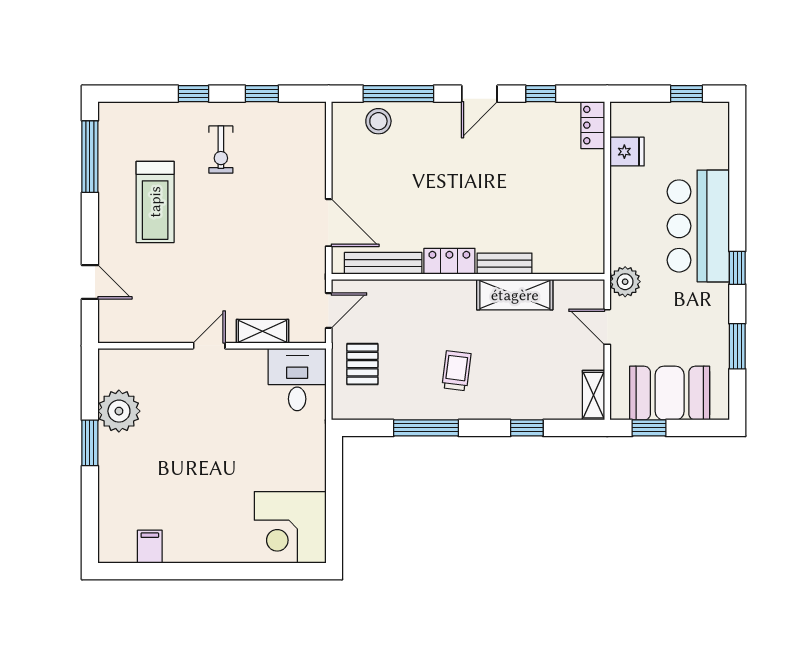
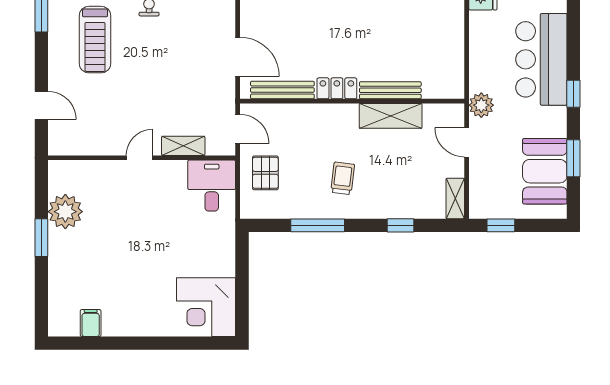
bench: (504, 264) -> (390, 90), width x1.36
door: (329, 310) -> (238, 129), hinge flipped
booth: (670, 393) -> (545, 171), moved, turned 90

